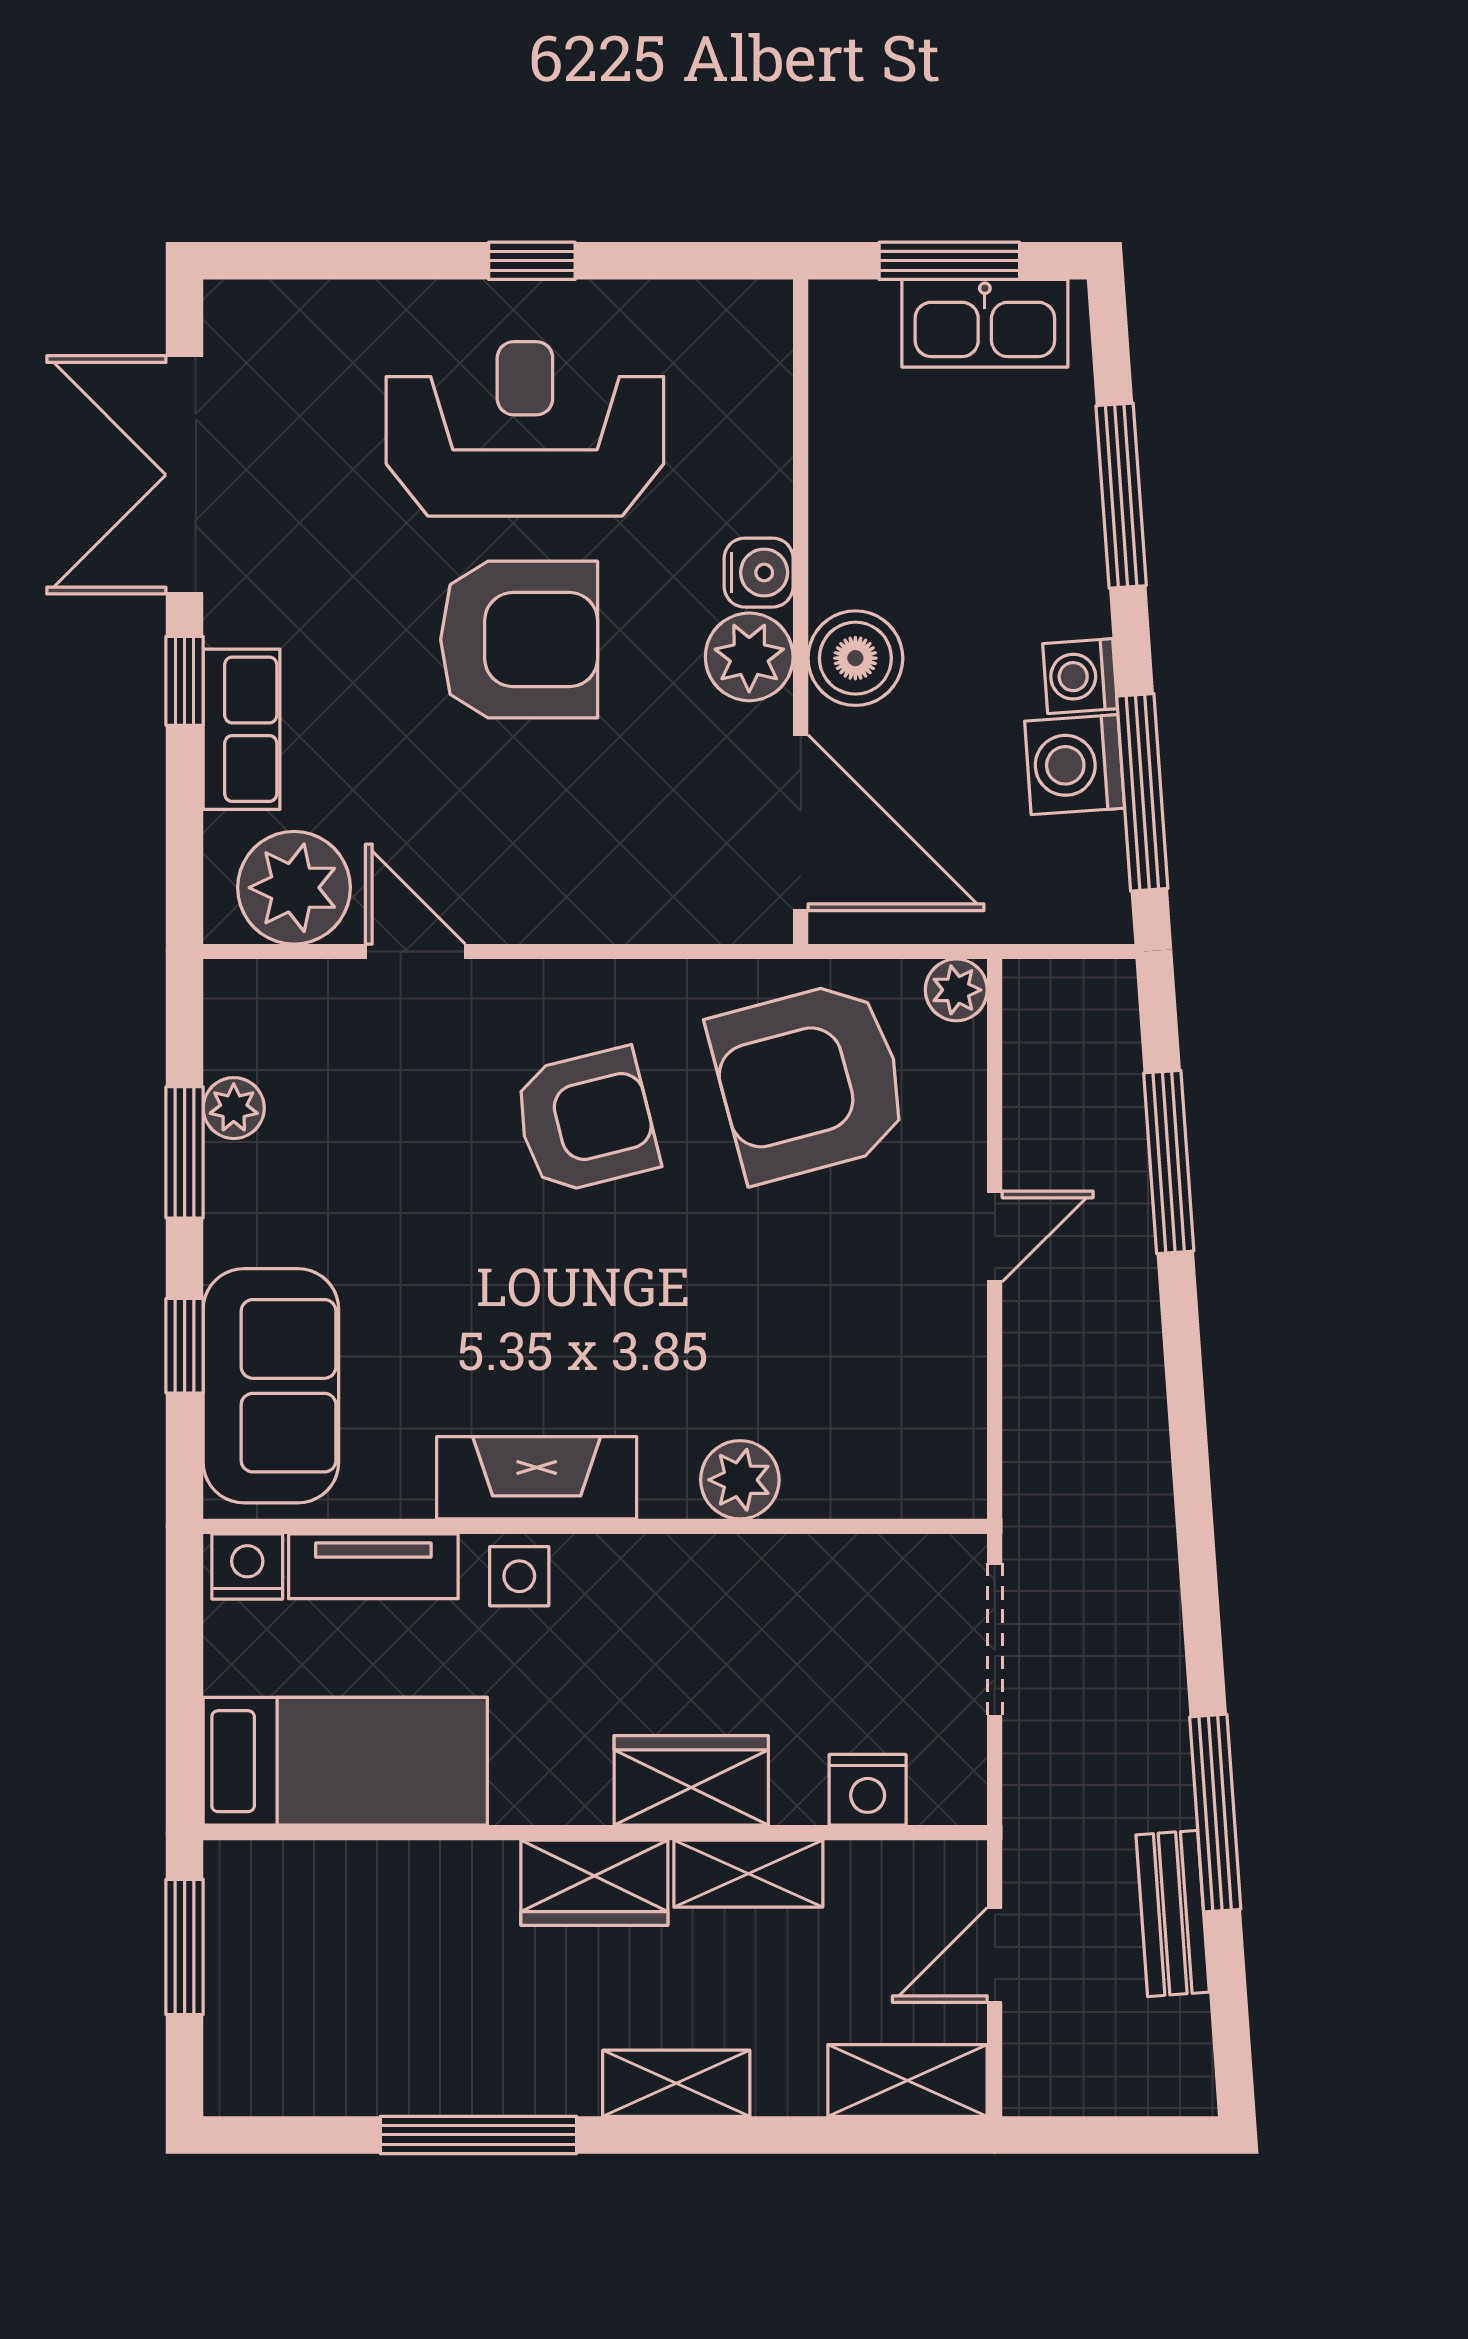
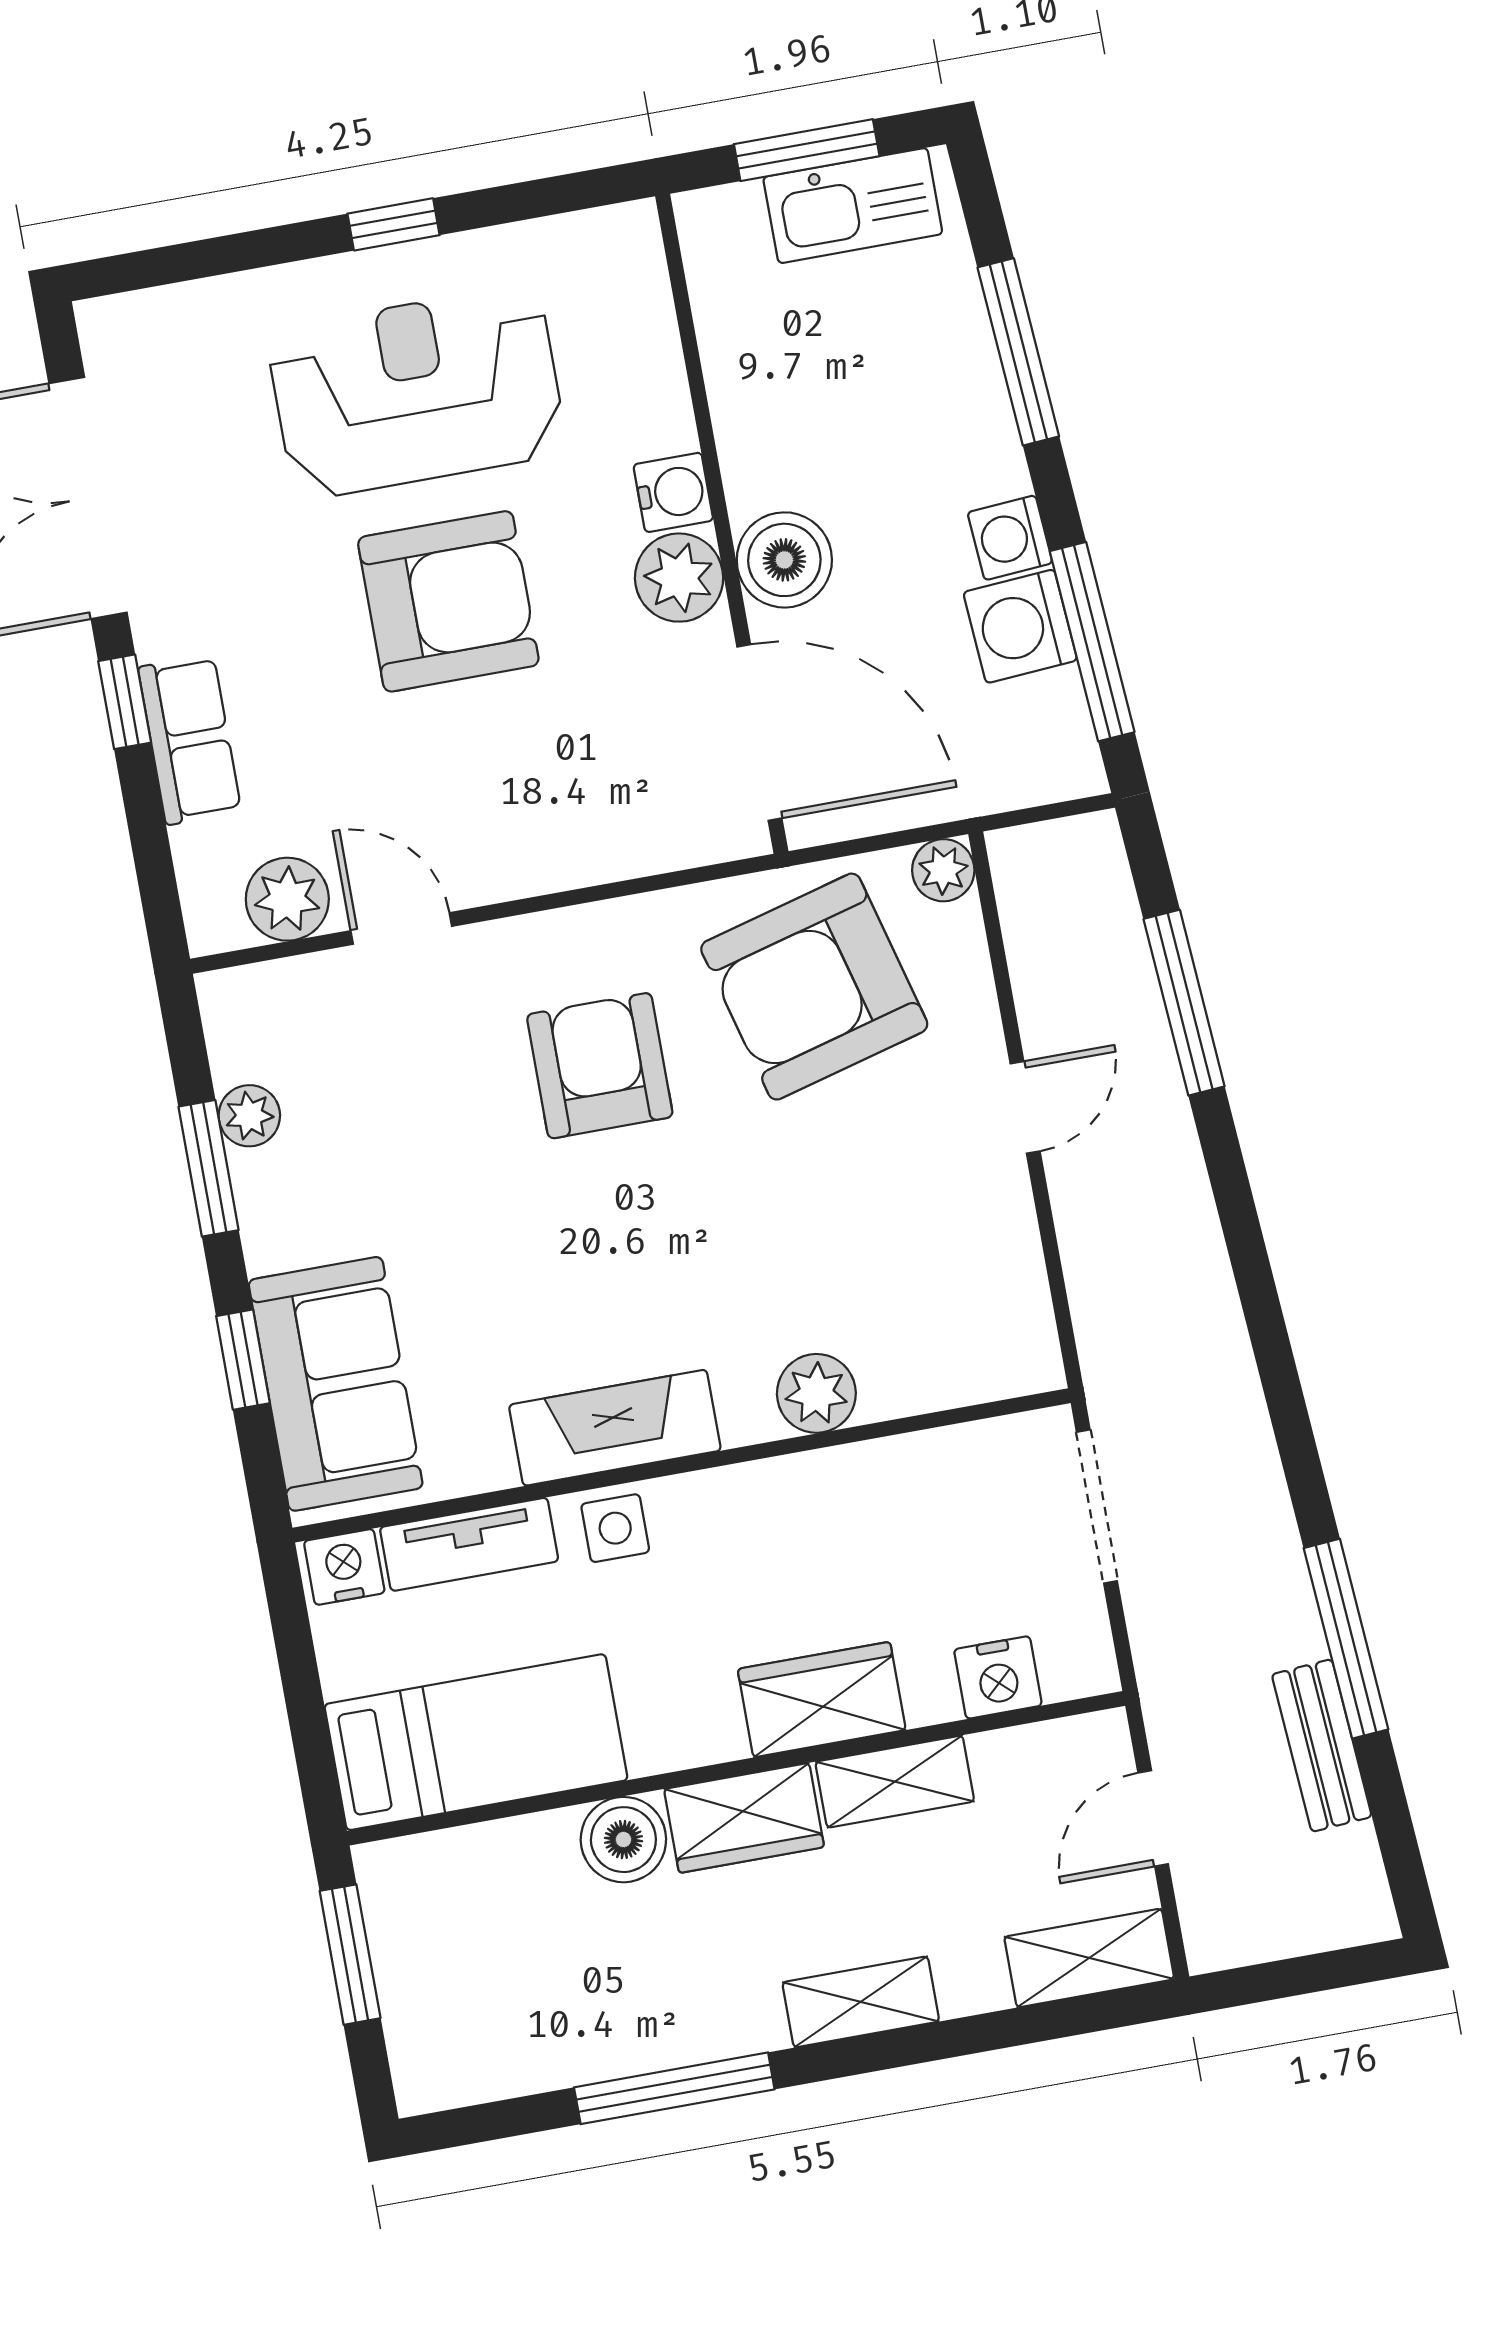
plant: (294, 888) -> (287, 899), width x0.73, depth x0.73
armchair: (586, 1121) -> (600, 1066), turned -76
boiler: (472, 1883) -> (623, 1840), added

